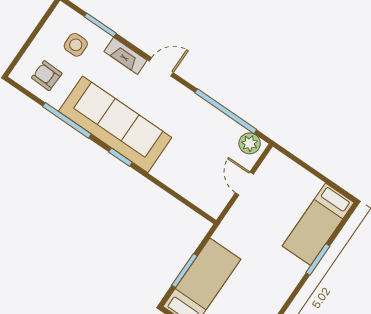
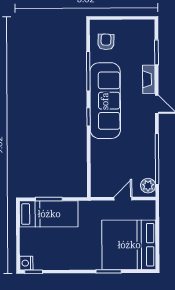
side table: (76, 45) -> (135, 46), removed
bed: (318, 224) -> (129, 245), width x2.04

